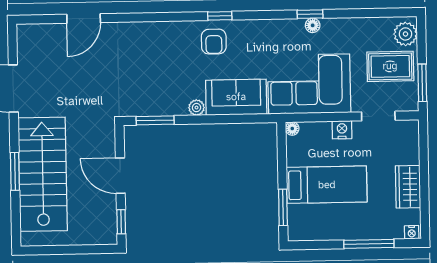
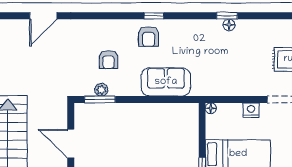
armchair: (165, 71) -> (108, 60), added
corner sofa: (309, 84) -> (225, 72), removed
plant: (197, 108) -> (101, 90), moved

